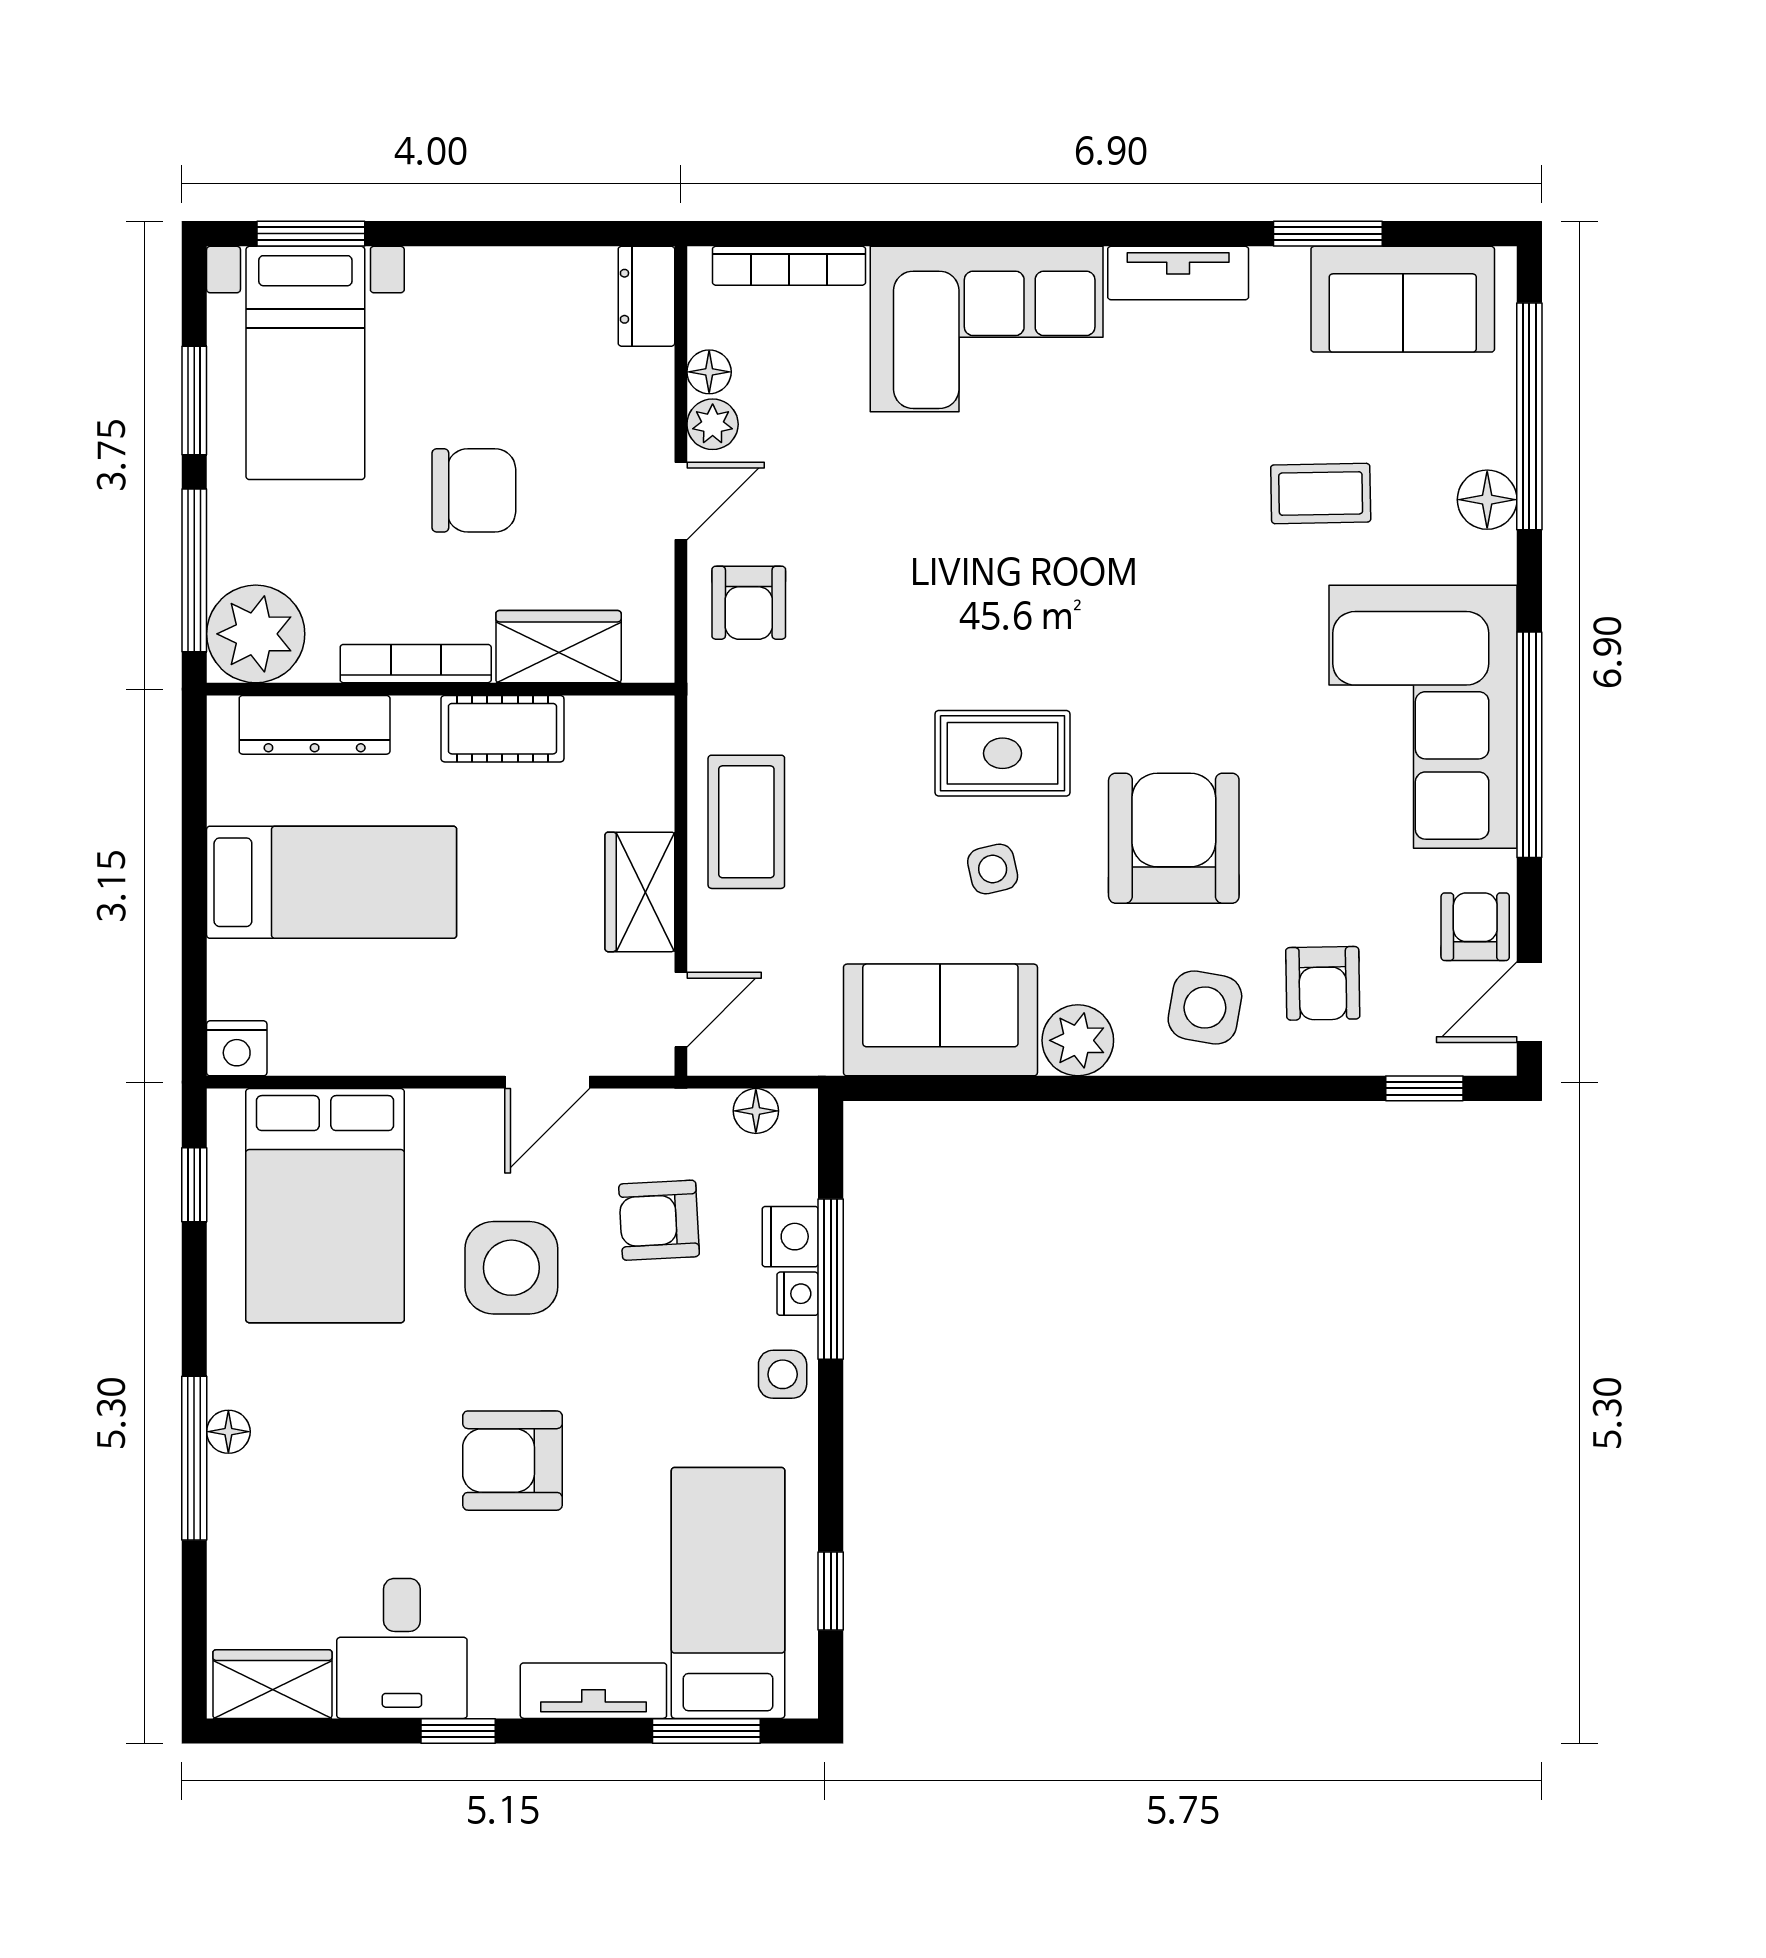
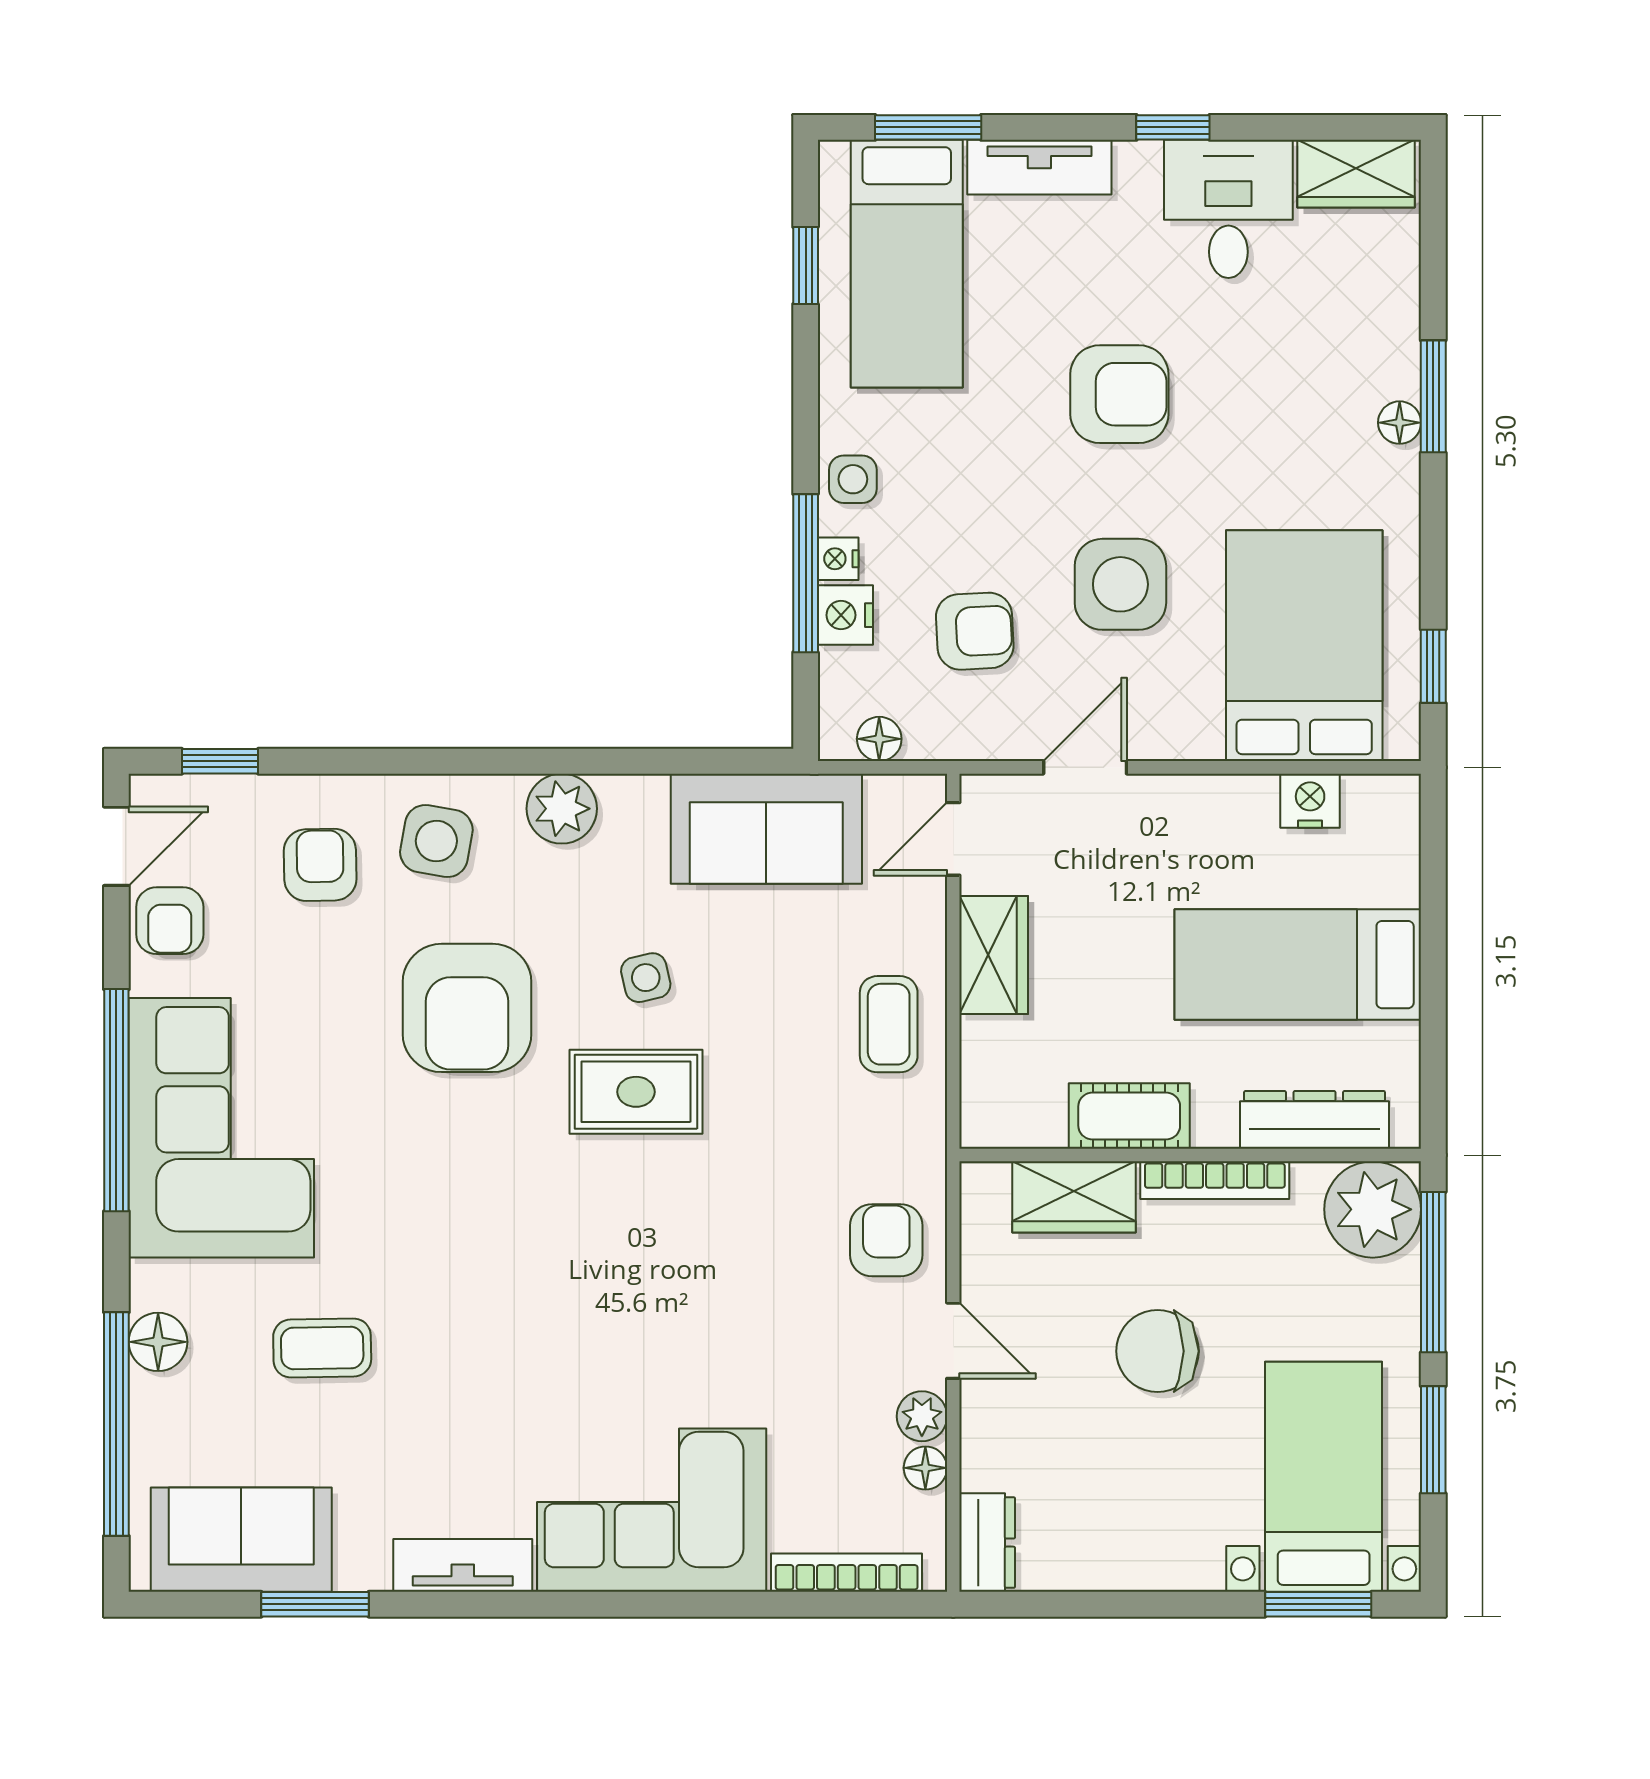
door: (681, 501) -> (953, 1341), swing flipped
coffee table: (746, 822) -> (889, 1024), width x0.73, depth x0.77
sofa: (940, 1020) -> (766, 829), moved
nightstand: (237, 1048) -> (1310, 801), moved
window: (194, 1458) -> (1433, 396), width x0.69

